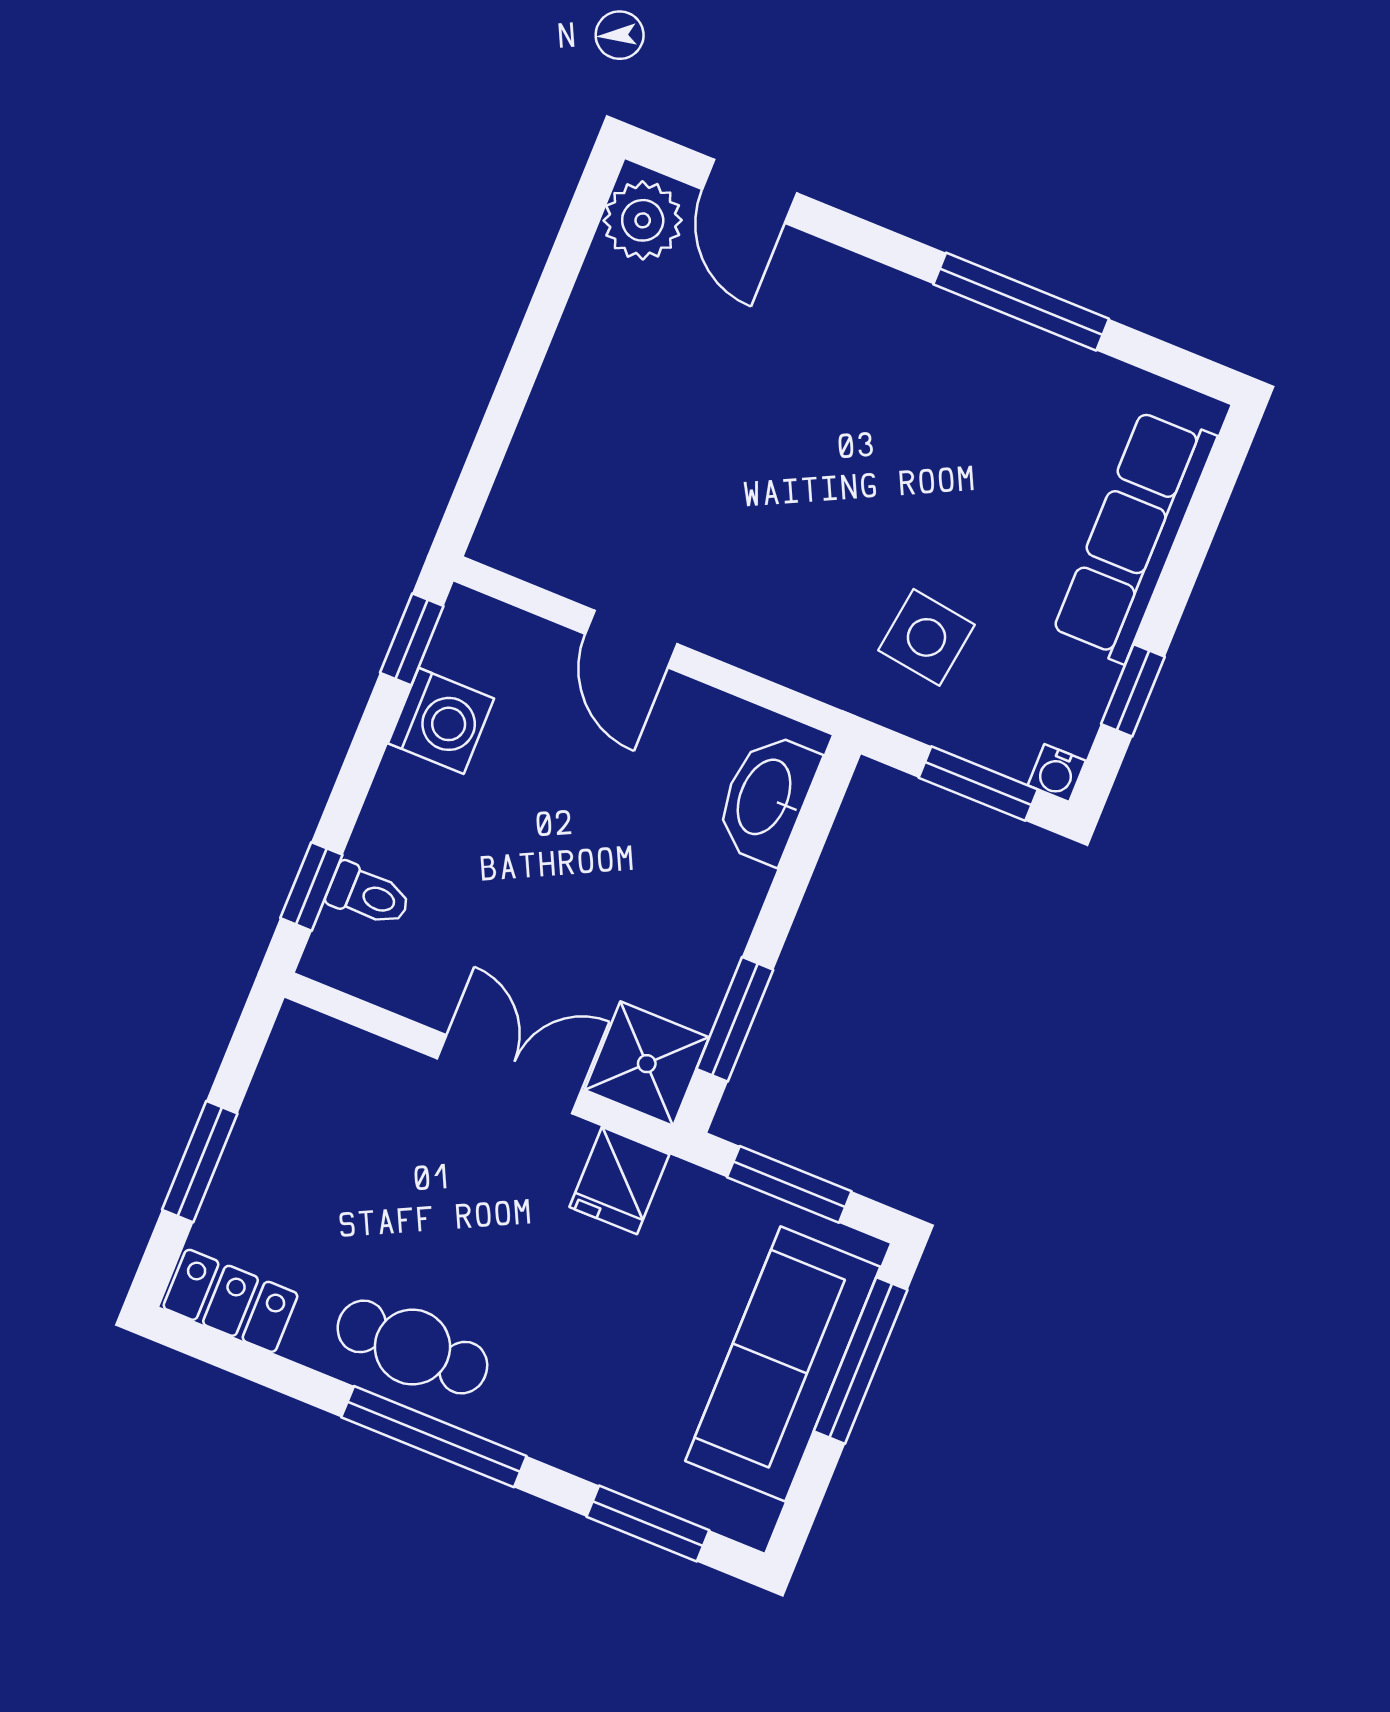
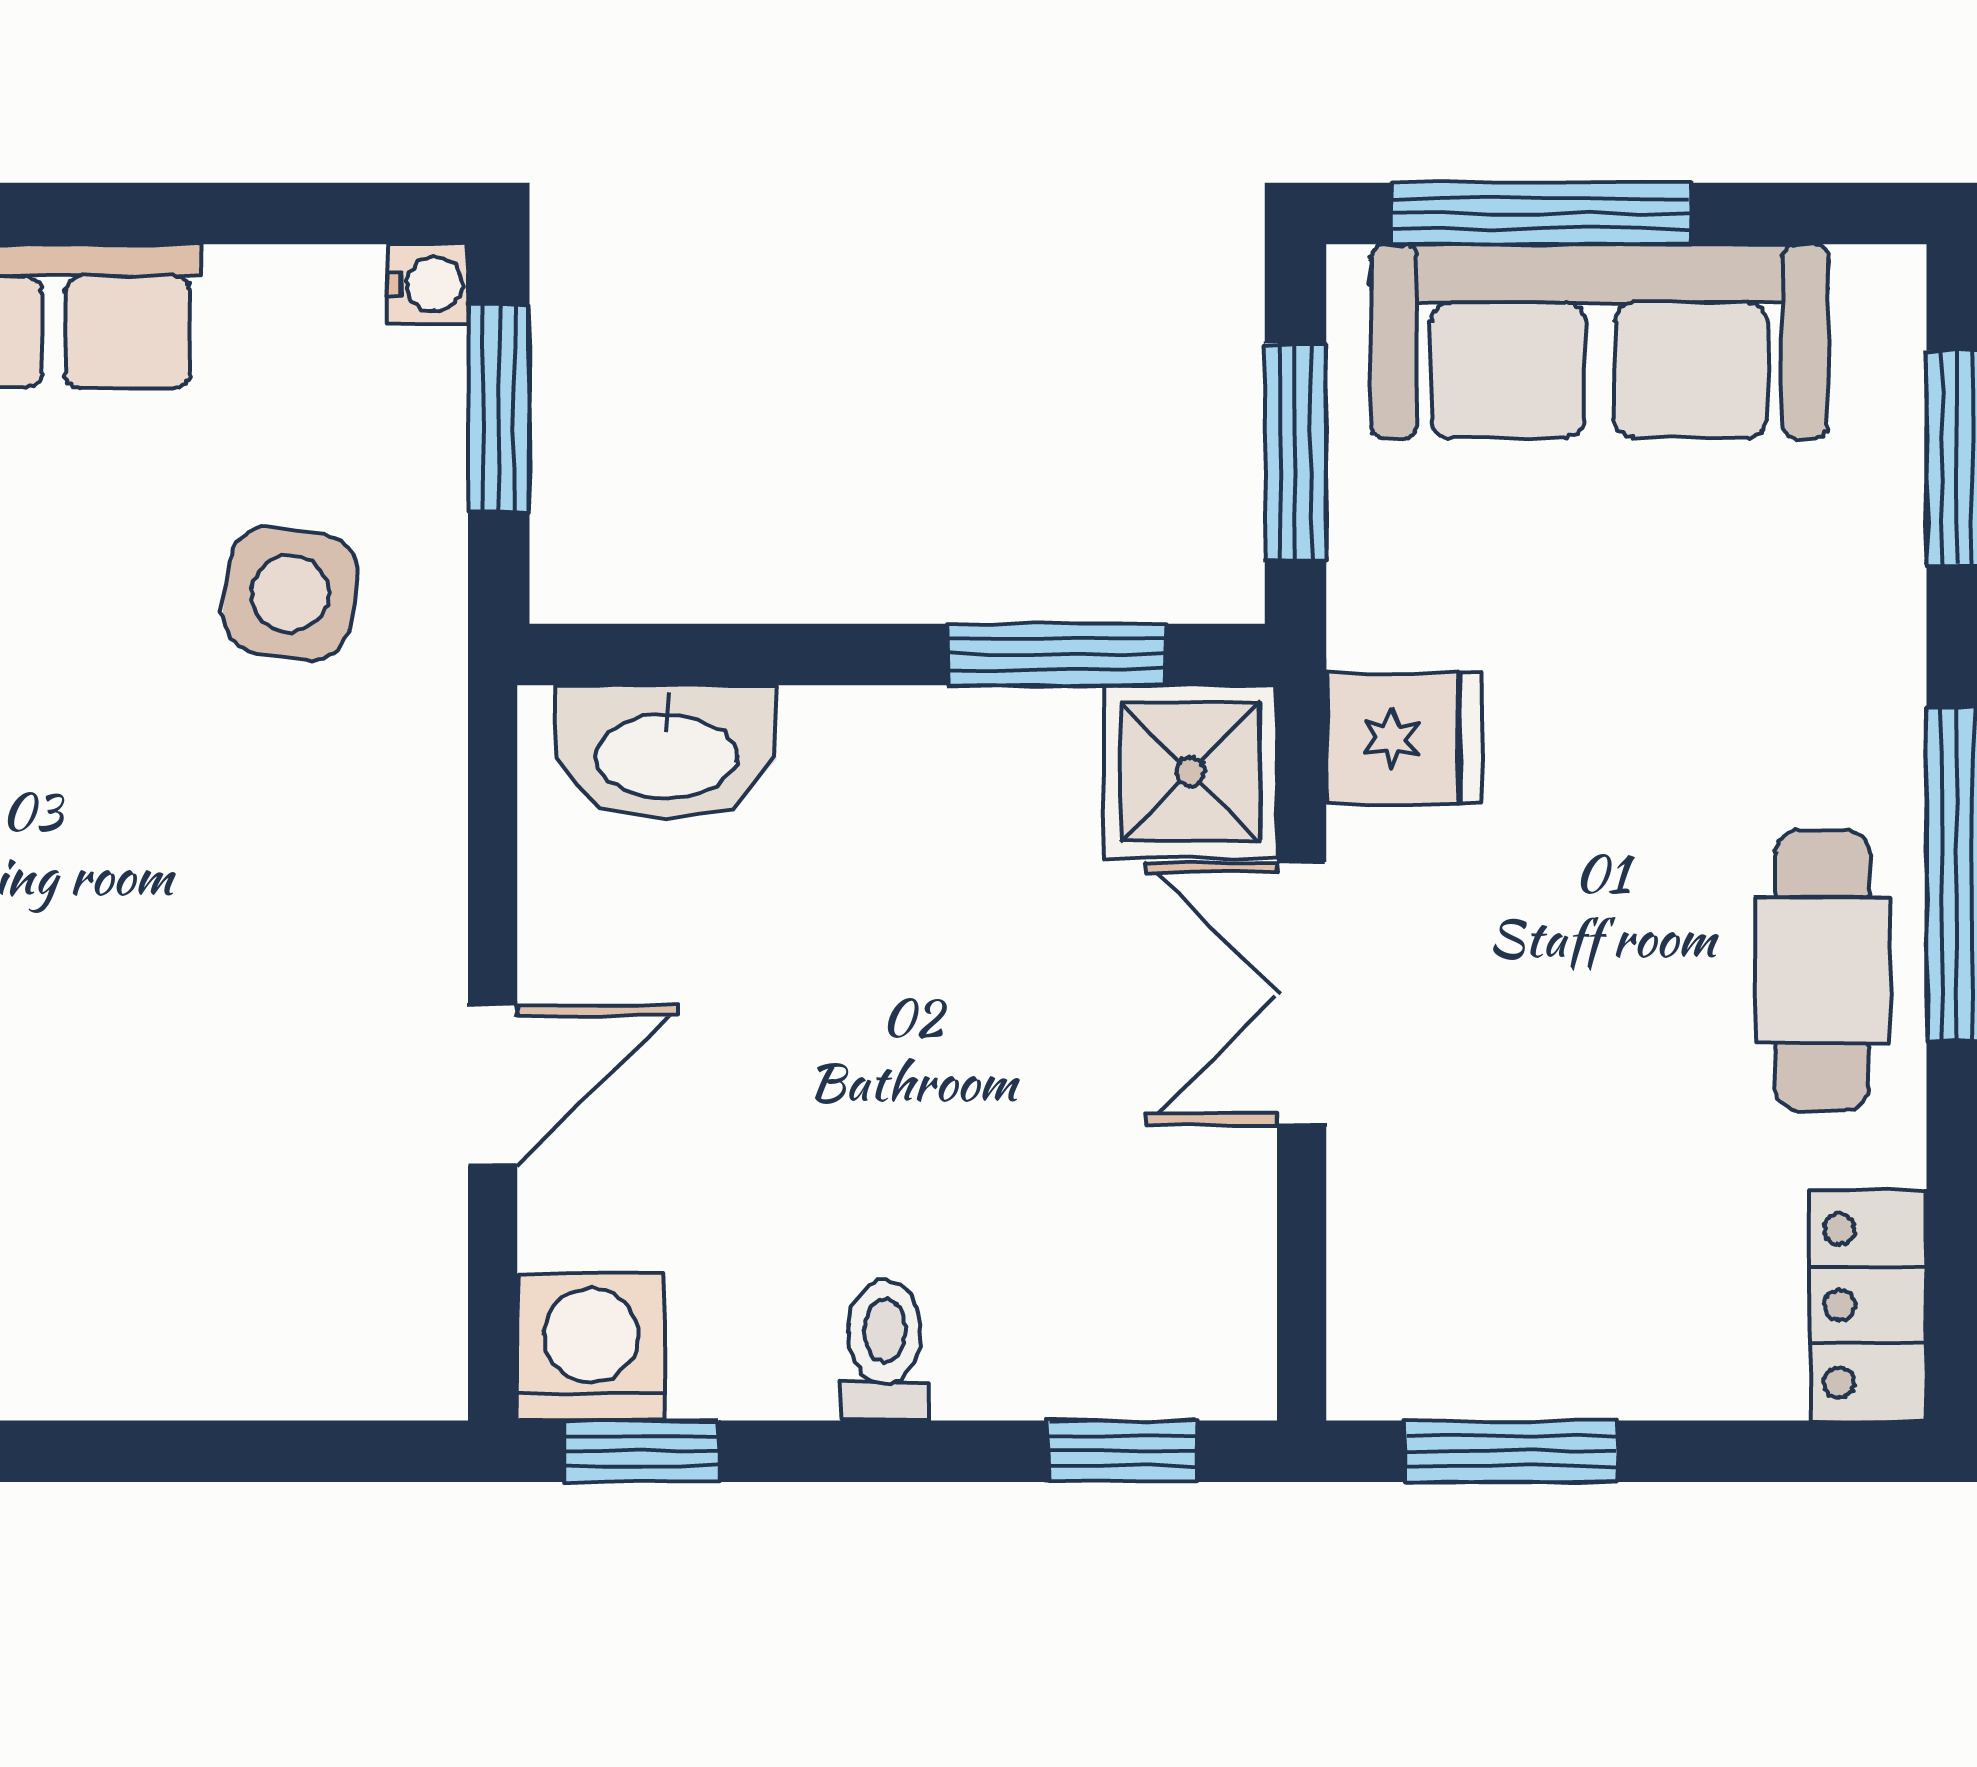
window: (1133, 690) -> (238, 213), removed
washing machine: (441, 721) -> (591, 1347), moved
toilet: (369, 895) -> (885, 1350), moved
window: (200, 1162) -> (1511, 1451), moved

